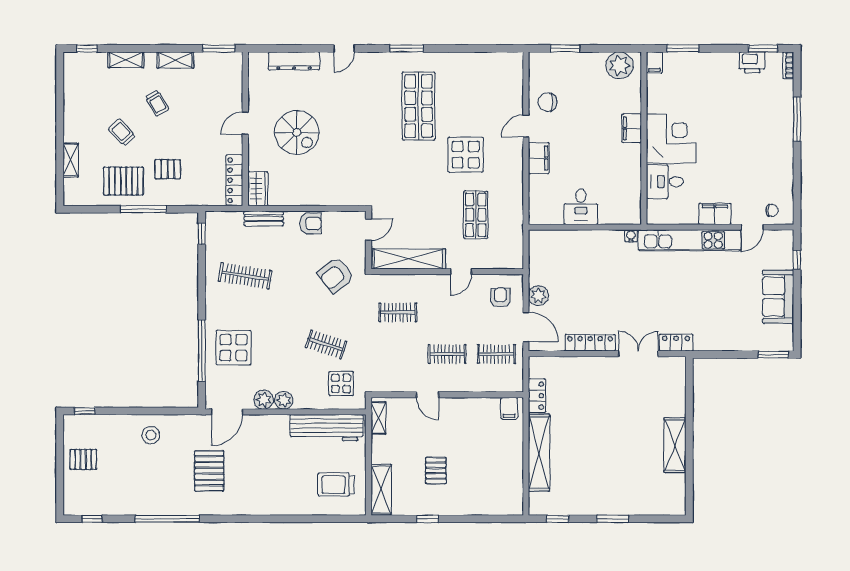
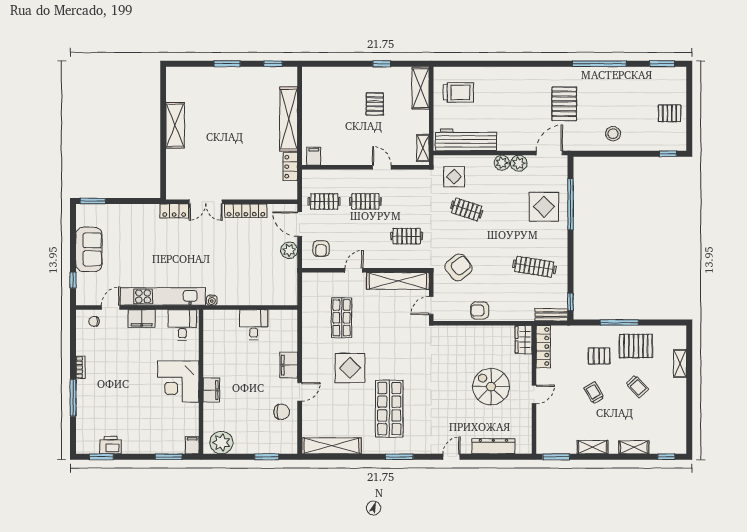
shelving: (488, 62) -> (332, 446), added
bookcase: (788, 65) -> (80, 367), moved
trolley: (157, 103) -> (594, 393), moved
desk: (665, 182) -> (182, 325), moved, turned -90
bench: (264, 218) -> (551, 315), moved
window: (92, 519) -> (662, 64), width x1.50

